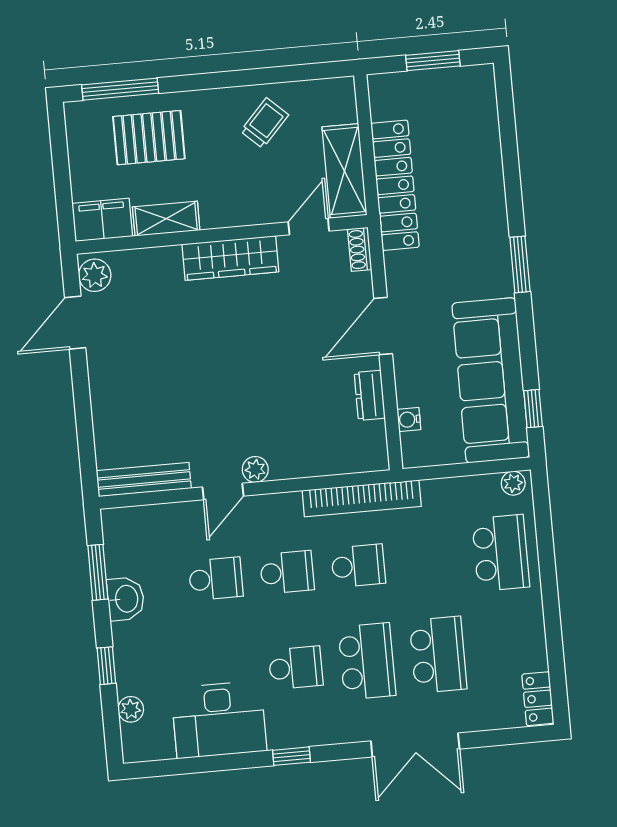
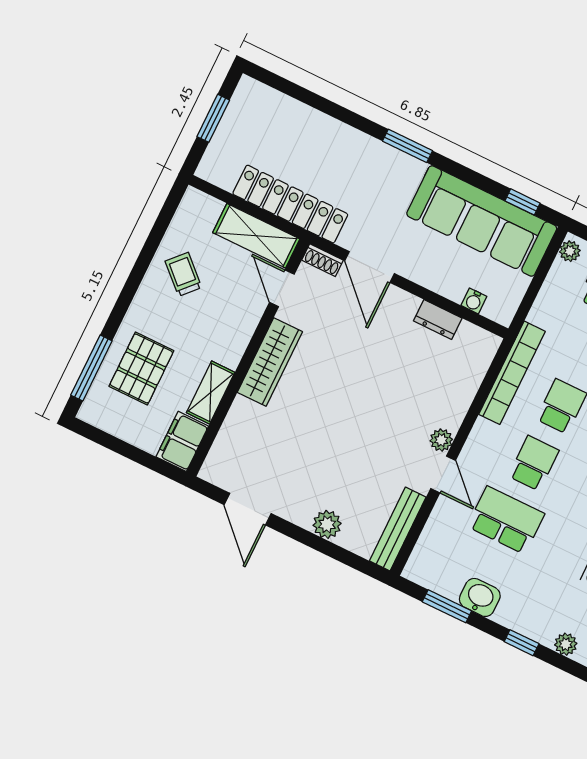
plant: (95, 275) -> (327, 524), moved
door: (383, 326) -> (370, 267), moved
school desk: (216, 579) -> (506, 520), width x1.85

